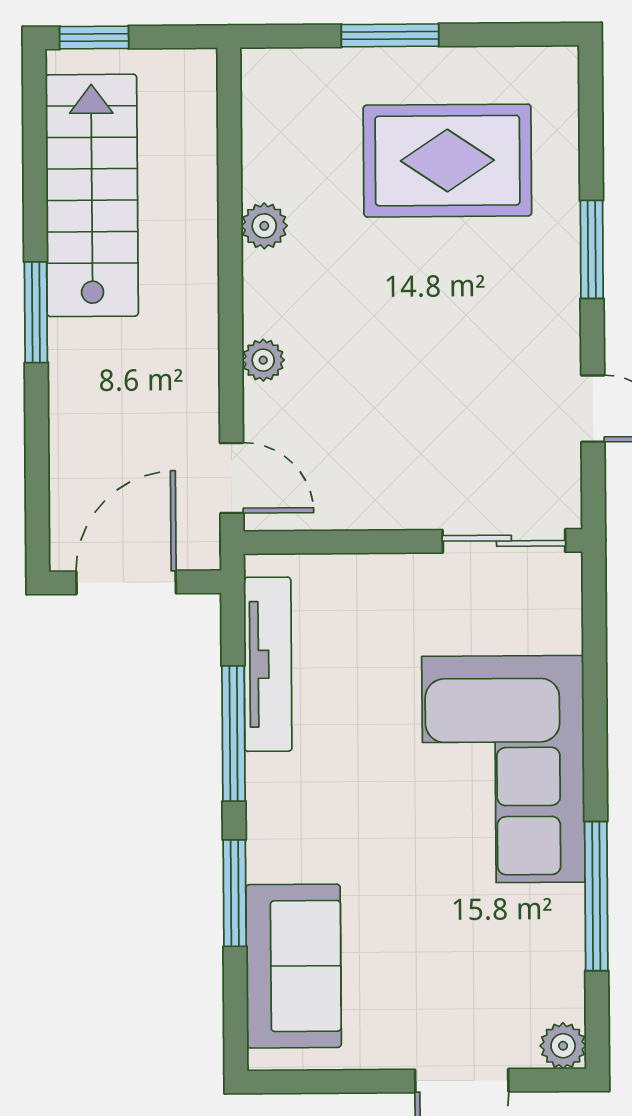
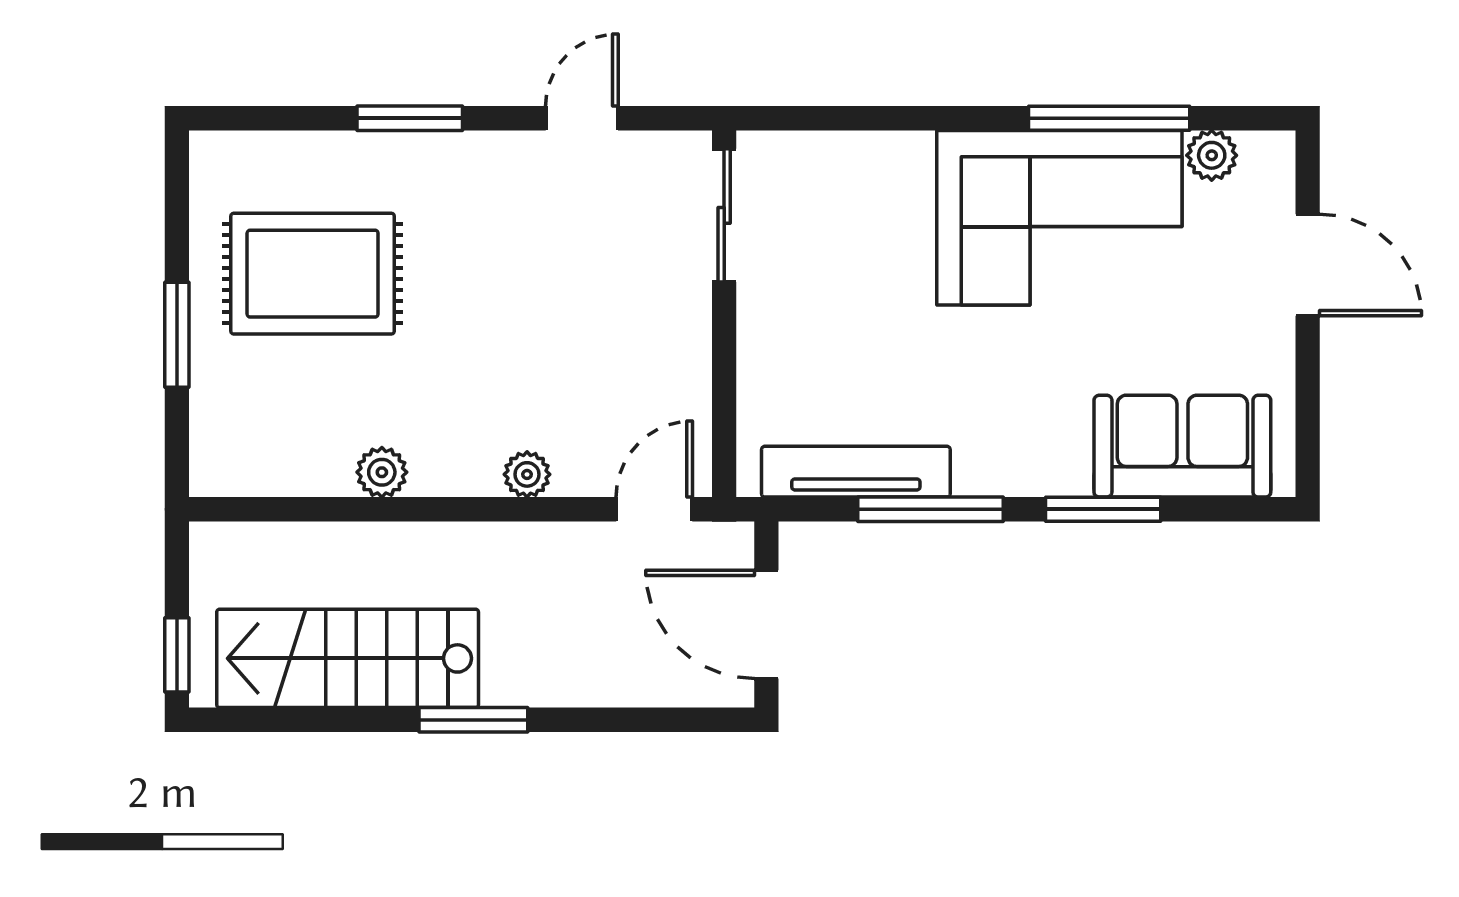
rug: (447, 161) -> (313, 274), turned 90
corner sofa: (503, 769) -> (1059, 218), moved
plant: (563, 1046) -> (1212, 155), moved

